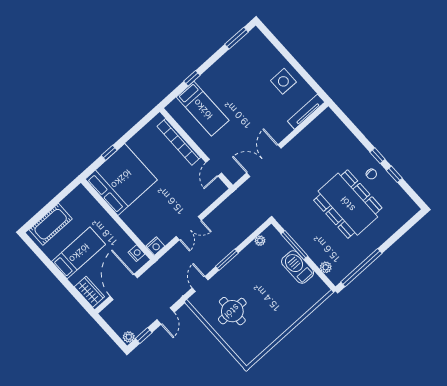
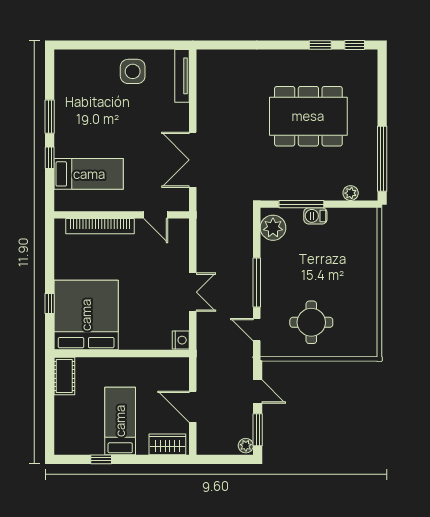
window: (236, 38) -> (50, 117), moved
window: (378, 156) -> (355, 45), moved
chair: (371, 174) -> (300, 67), removed
cot: (51, 224) -> (64, 376), moved, width x0.73, depth x0.75
plant: (260, 241) -> (273, 228), width x1.87, depth x1.87
nightstand: (137, 253) -> (171, 365), removed
window: (227, 260) -> (257, 283), width x1.44
window: (47, 262) -> (101, 459), added
barbecue: (298, 267) -> (315, 216), width x0.53, depth x0.65
door: (124, 287) -> (193, 407), width x0.73
window: (144, 336) -> (258, 430), width x1.50

